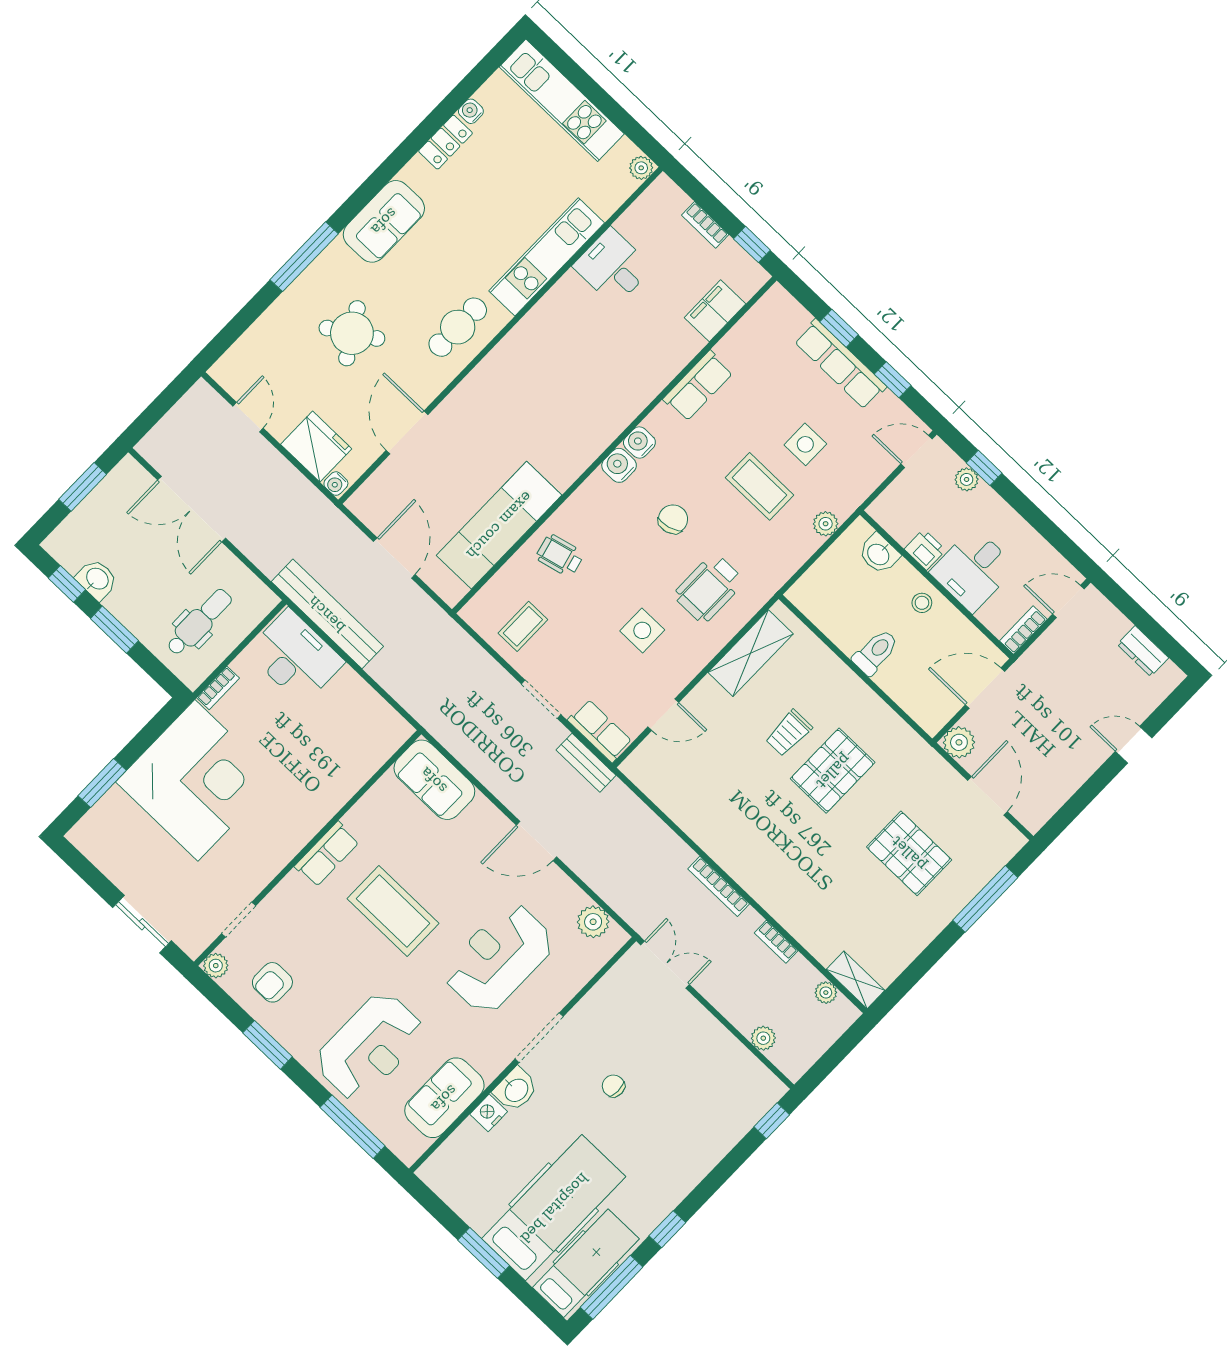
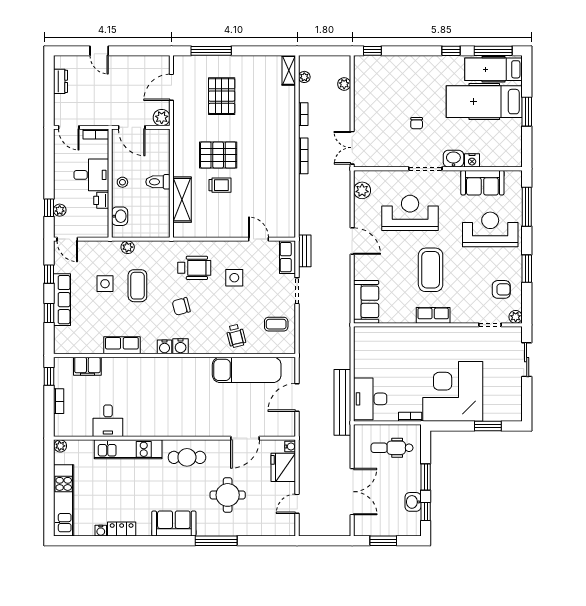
round table: (352, 333) -> (228, 495), turned 32
shelving: (751, 653) -> (182, 200), moved, turned 90
reception desk: (499, 958) -> (410, 213), turned 180

